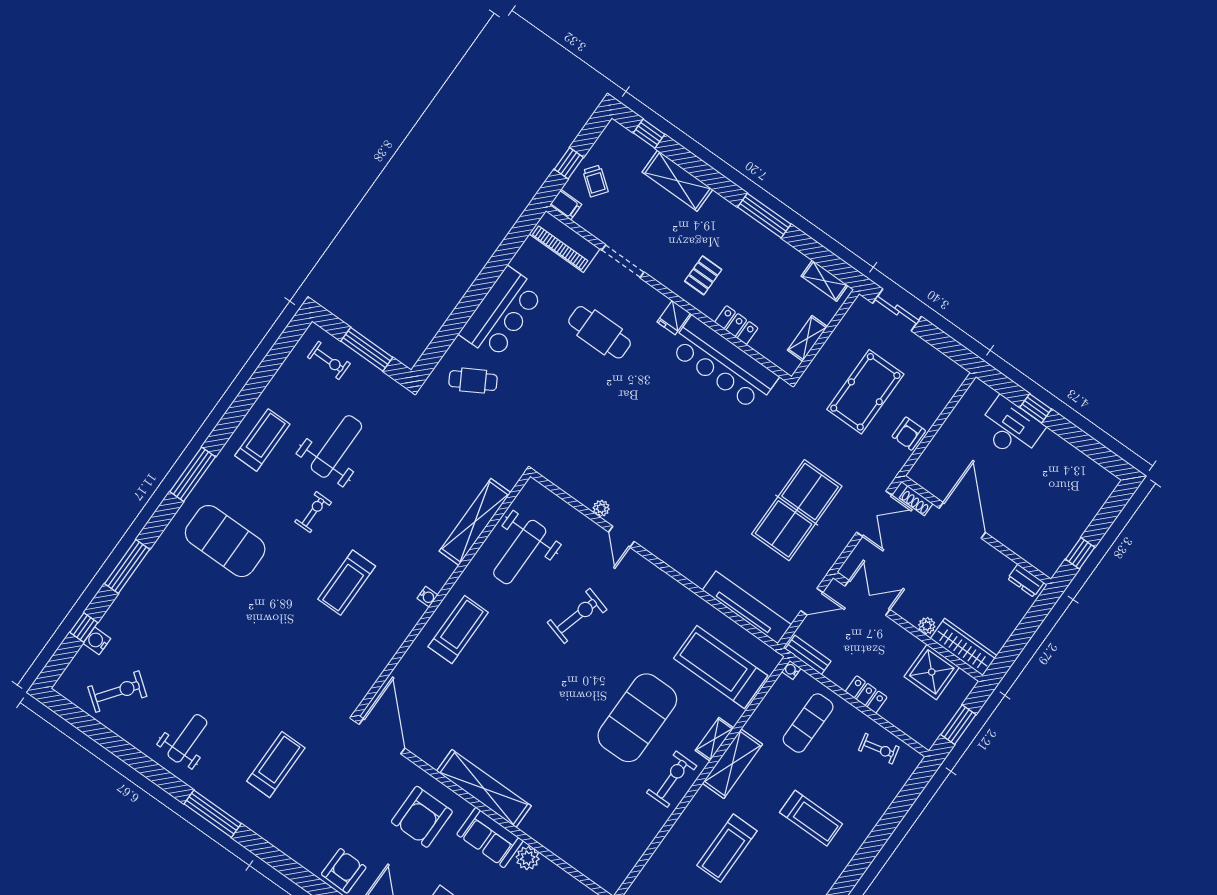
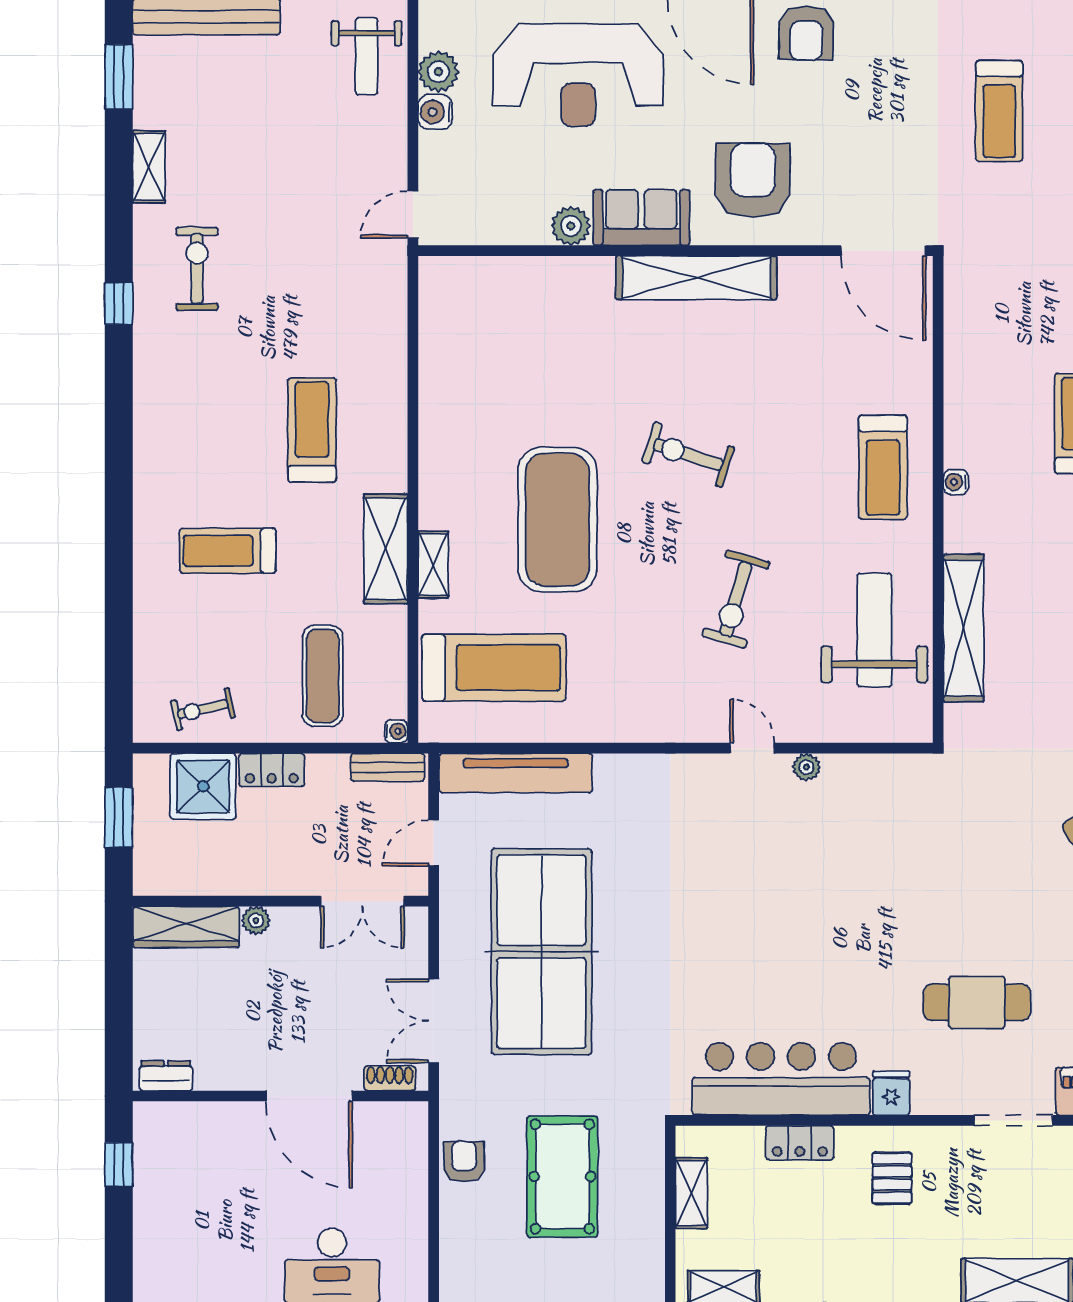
table tennis table: (797, 510) -> (541, 952), width x1.36, depth x1.32
shower: (932, 672) -> (203, 786), moved
exercise bike: (672, 779) -> (688, 455), moved, turned 108

